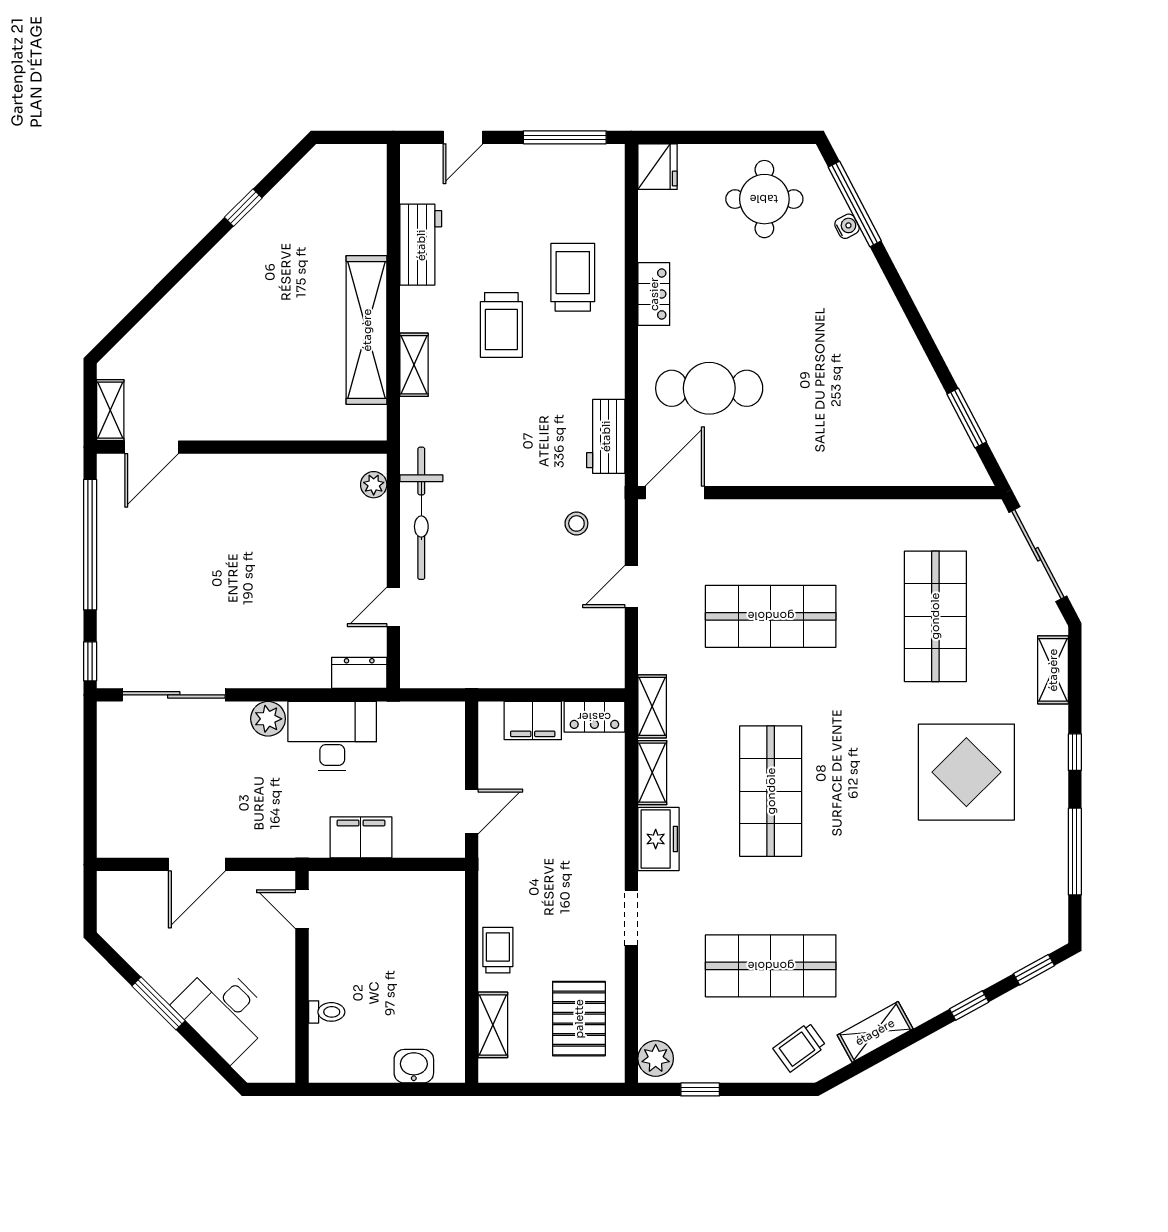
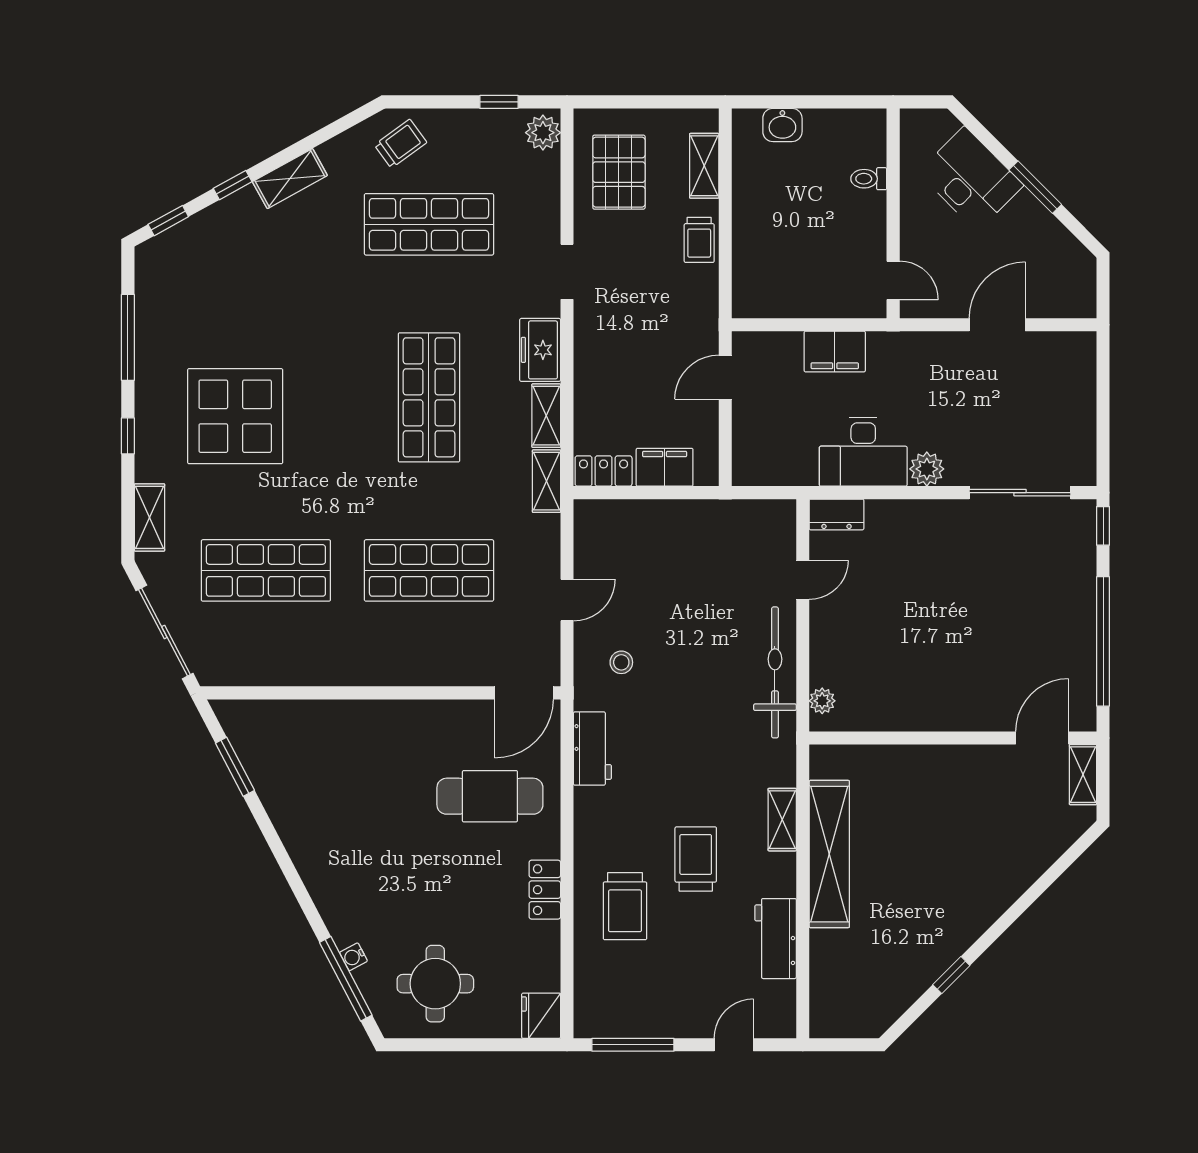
shop shelf: (935, 616) -> (266, 570), turned 90
shelving: (875, 1032) -> (290, 179), moved

